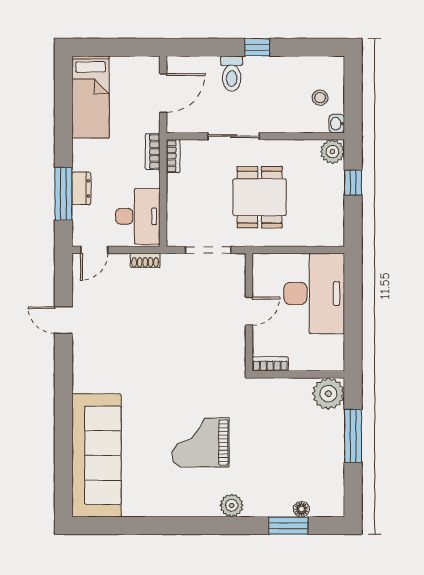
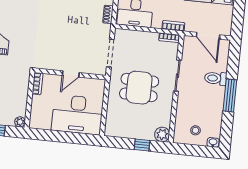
window: (257, 47) -> (230, 95), width x2.17
washbasin: (337, 124) -> (213, 142), moved
door: (249, 311) -> (71, 74), hinge flipped
plant: (328, 394) -> (20, 122), width x0.53, depth x0.53

